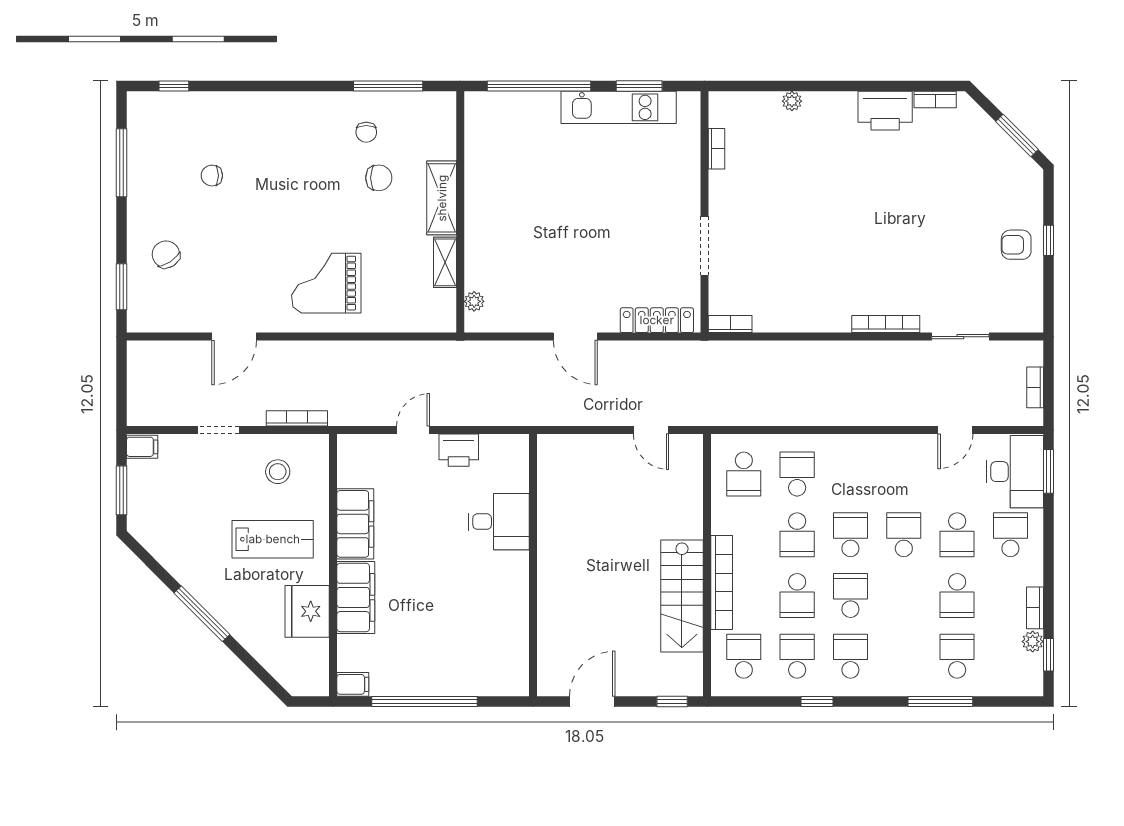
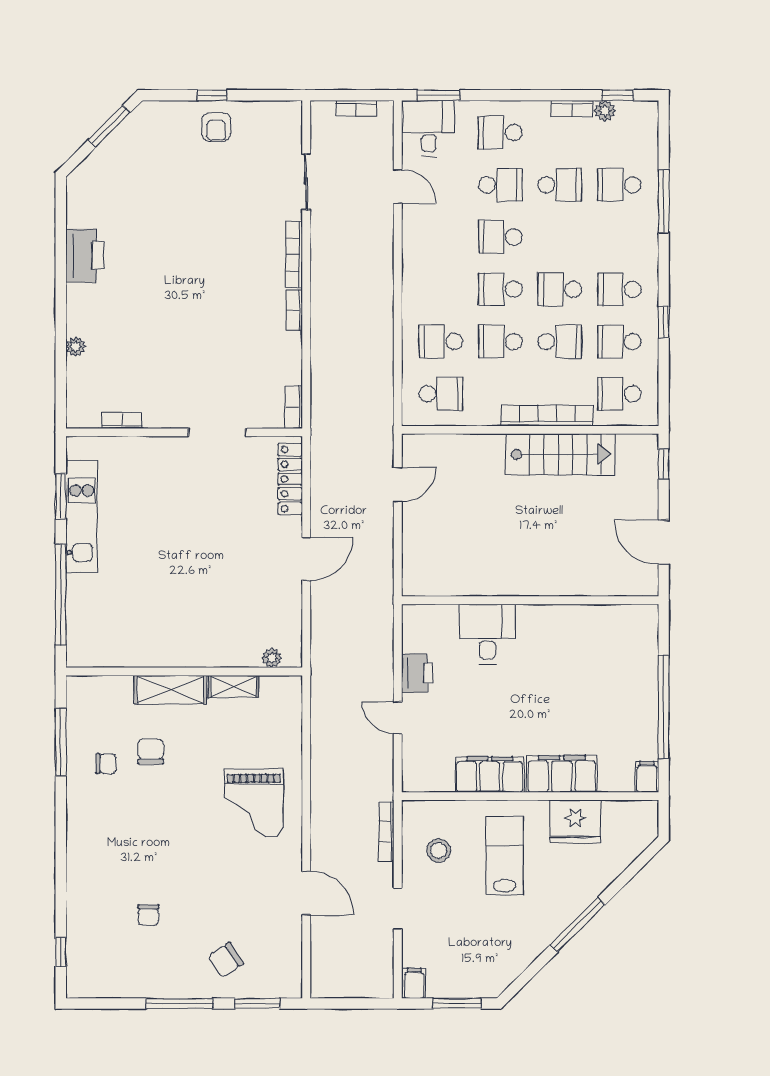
bookcase: (935, 100) -> (294, 310), moved, turned 180
window: (121, 163) -> (180, 1003), moved
desk: (1015, 472) -> (429, 128), width x0.73
school desk: (797, 535) -> (500, 342), turned 180

